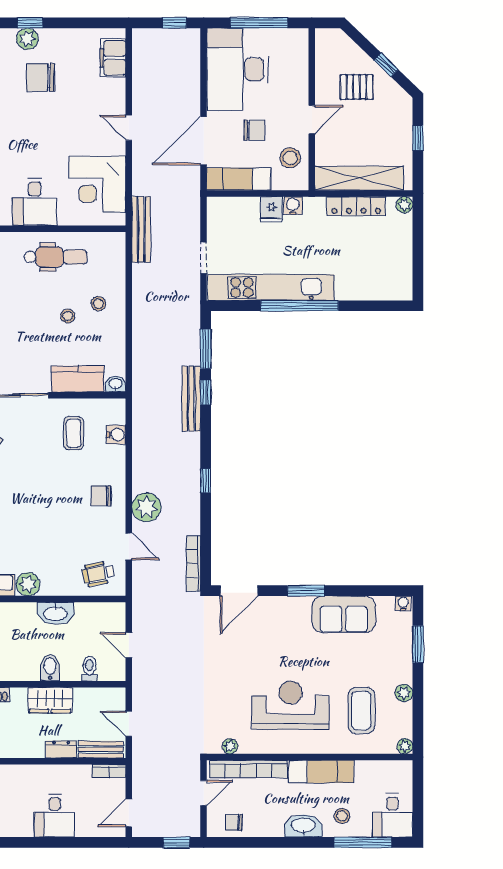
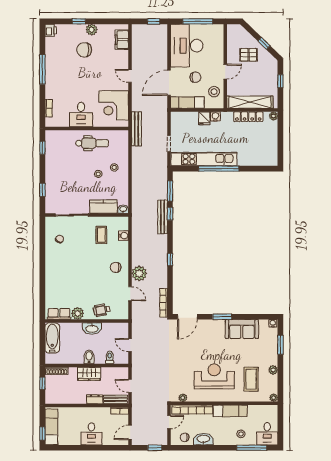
plant: (27, 39) -> (92, 30), moved
wheelchair: (98, 574) -> (102, 310), moved
washbasin: (303, 826) -> (203, 439), moved

